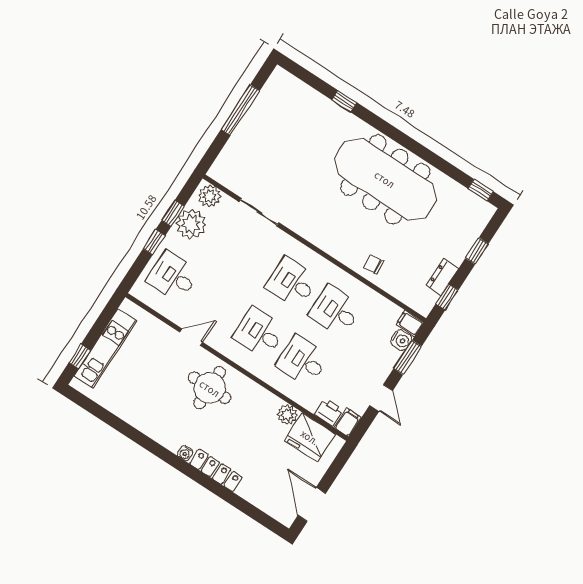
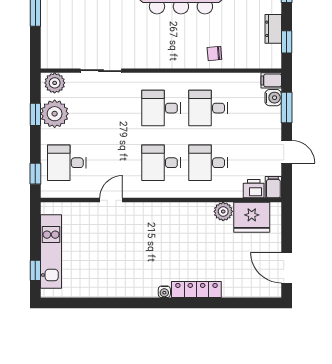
window: (154, 242) -> (35, 174), moved
round table: (210, 388) -> (150, 230), removed

